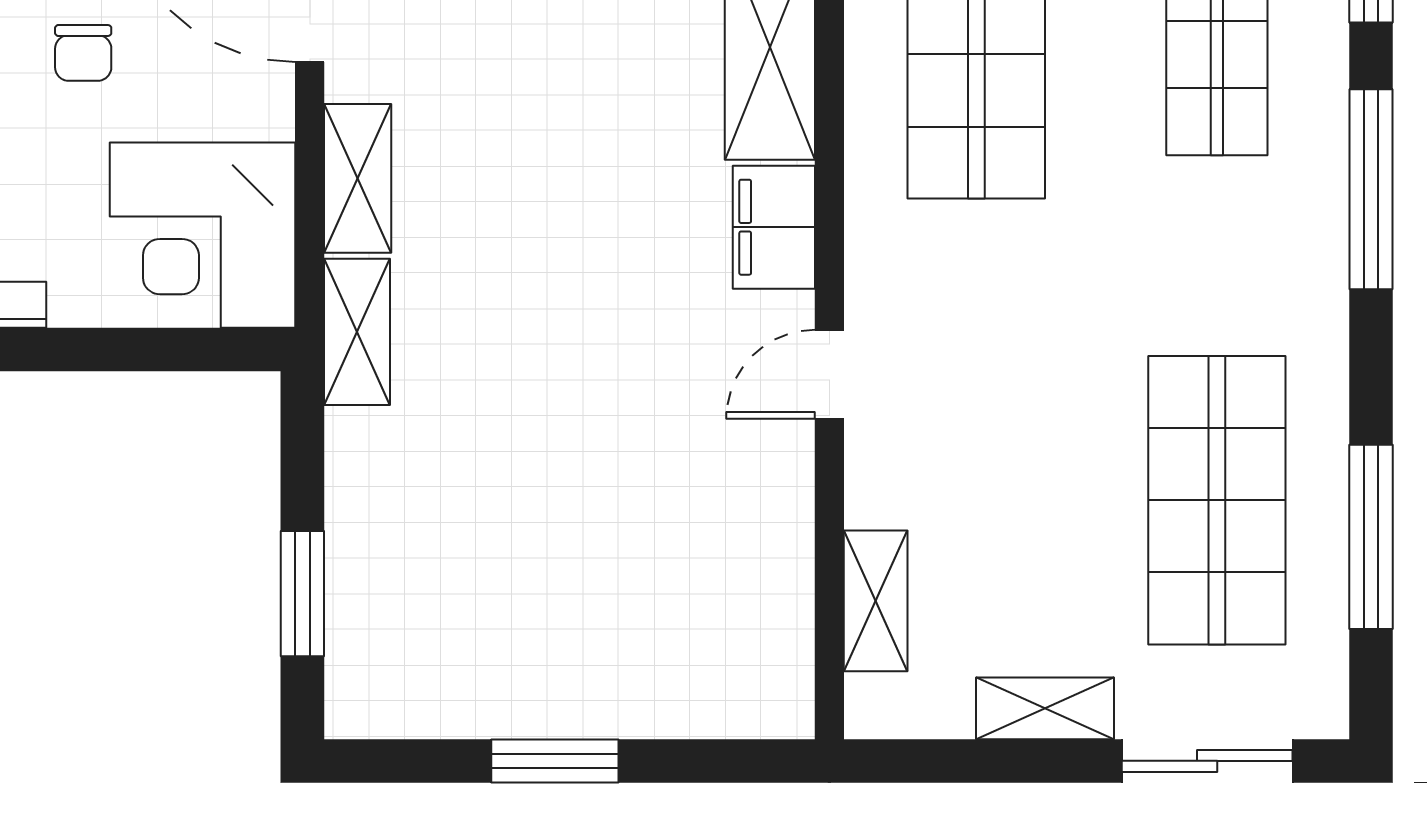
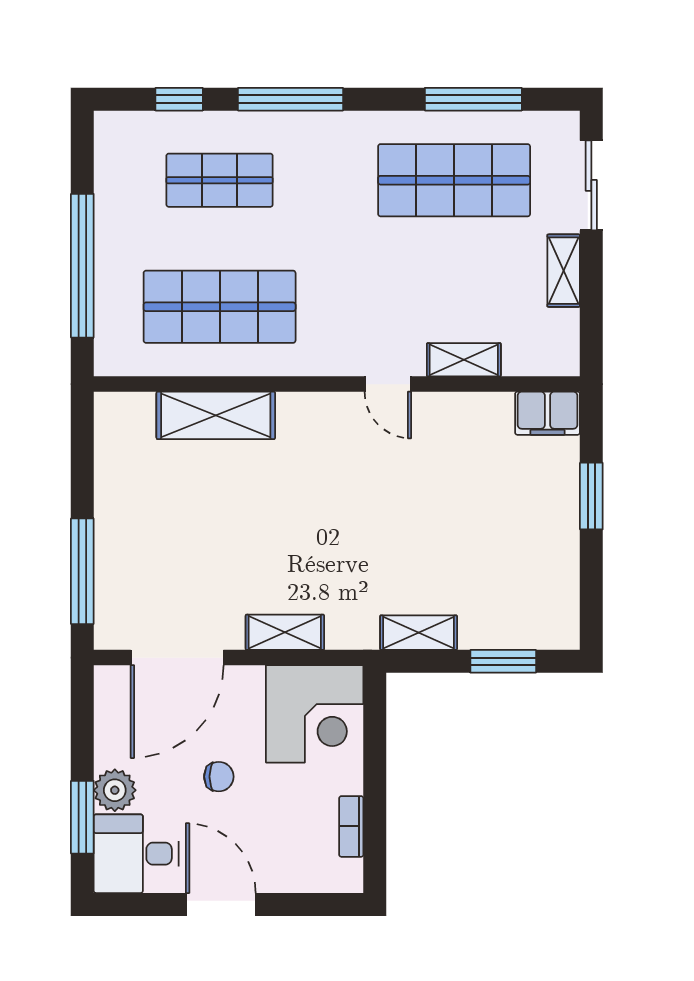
filing cabinet: (774, 227) -> (548, 413), moved
shelving: (357, 332) -> (419, 633), moved
shelving: (876, 601) -> (464, 360), moved
window: (555, 761) -> (591, 496), moved

